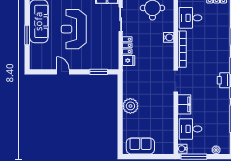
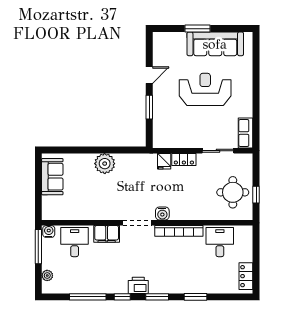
water cooler: (169, 37) -> (162, 213), moved
window: (99, 72) -> (149, 107), moved

